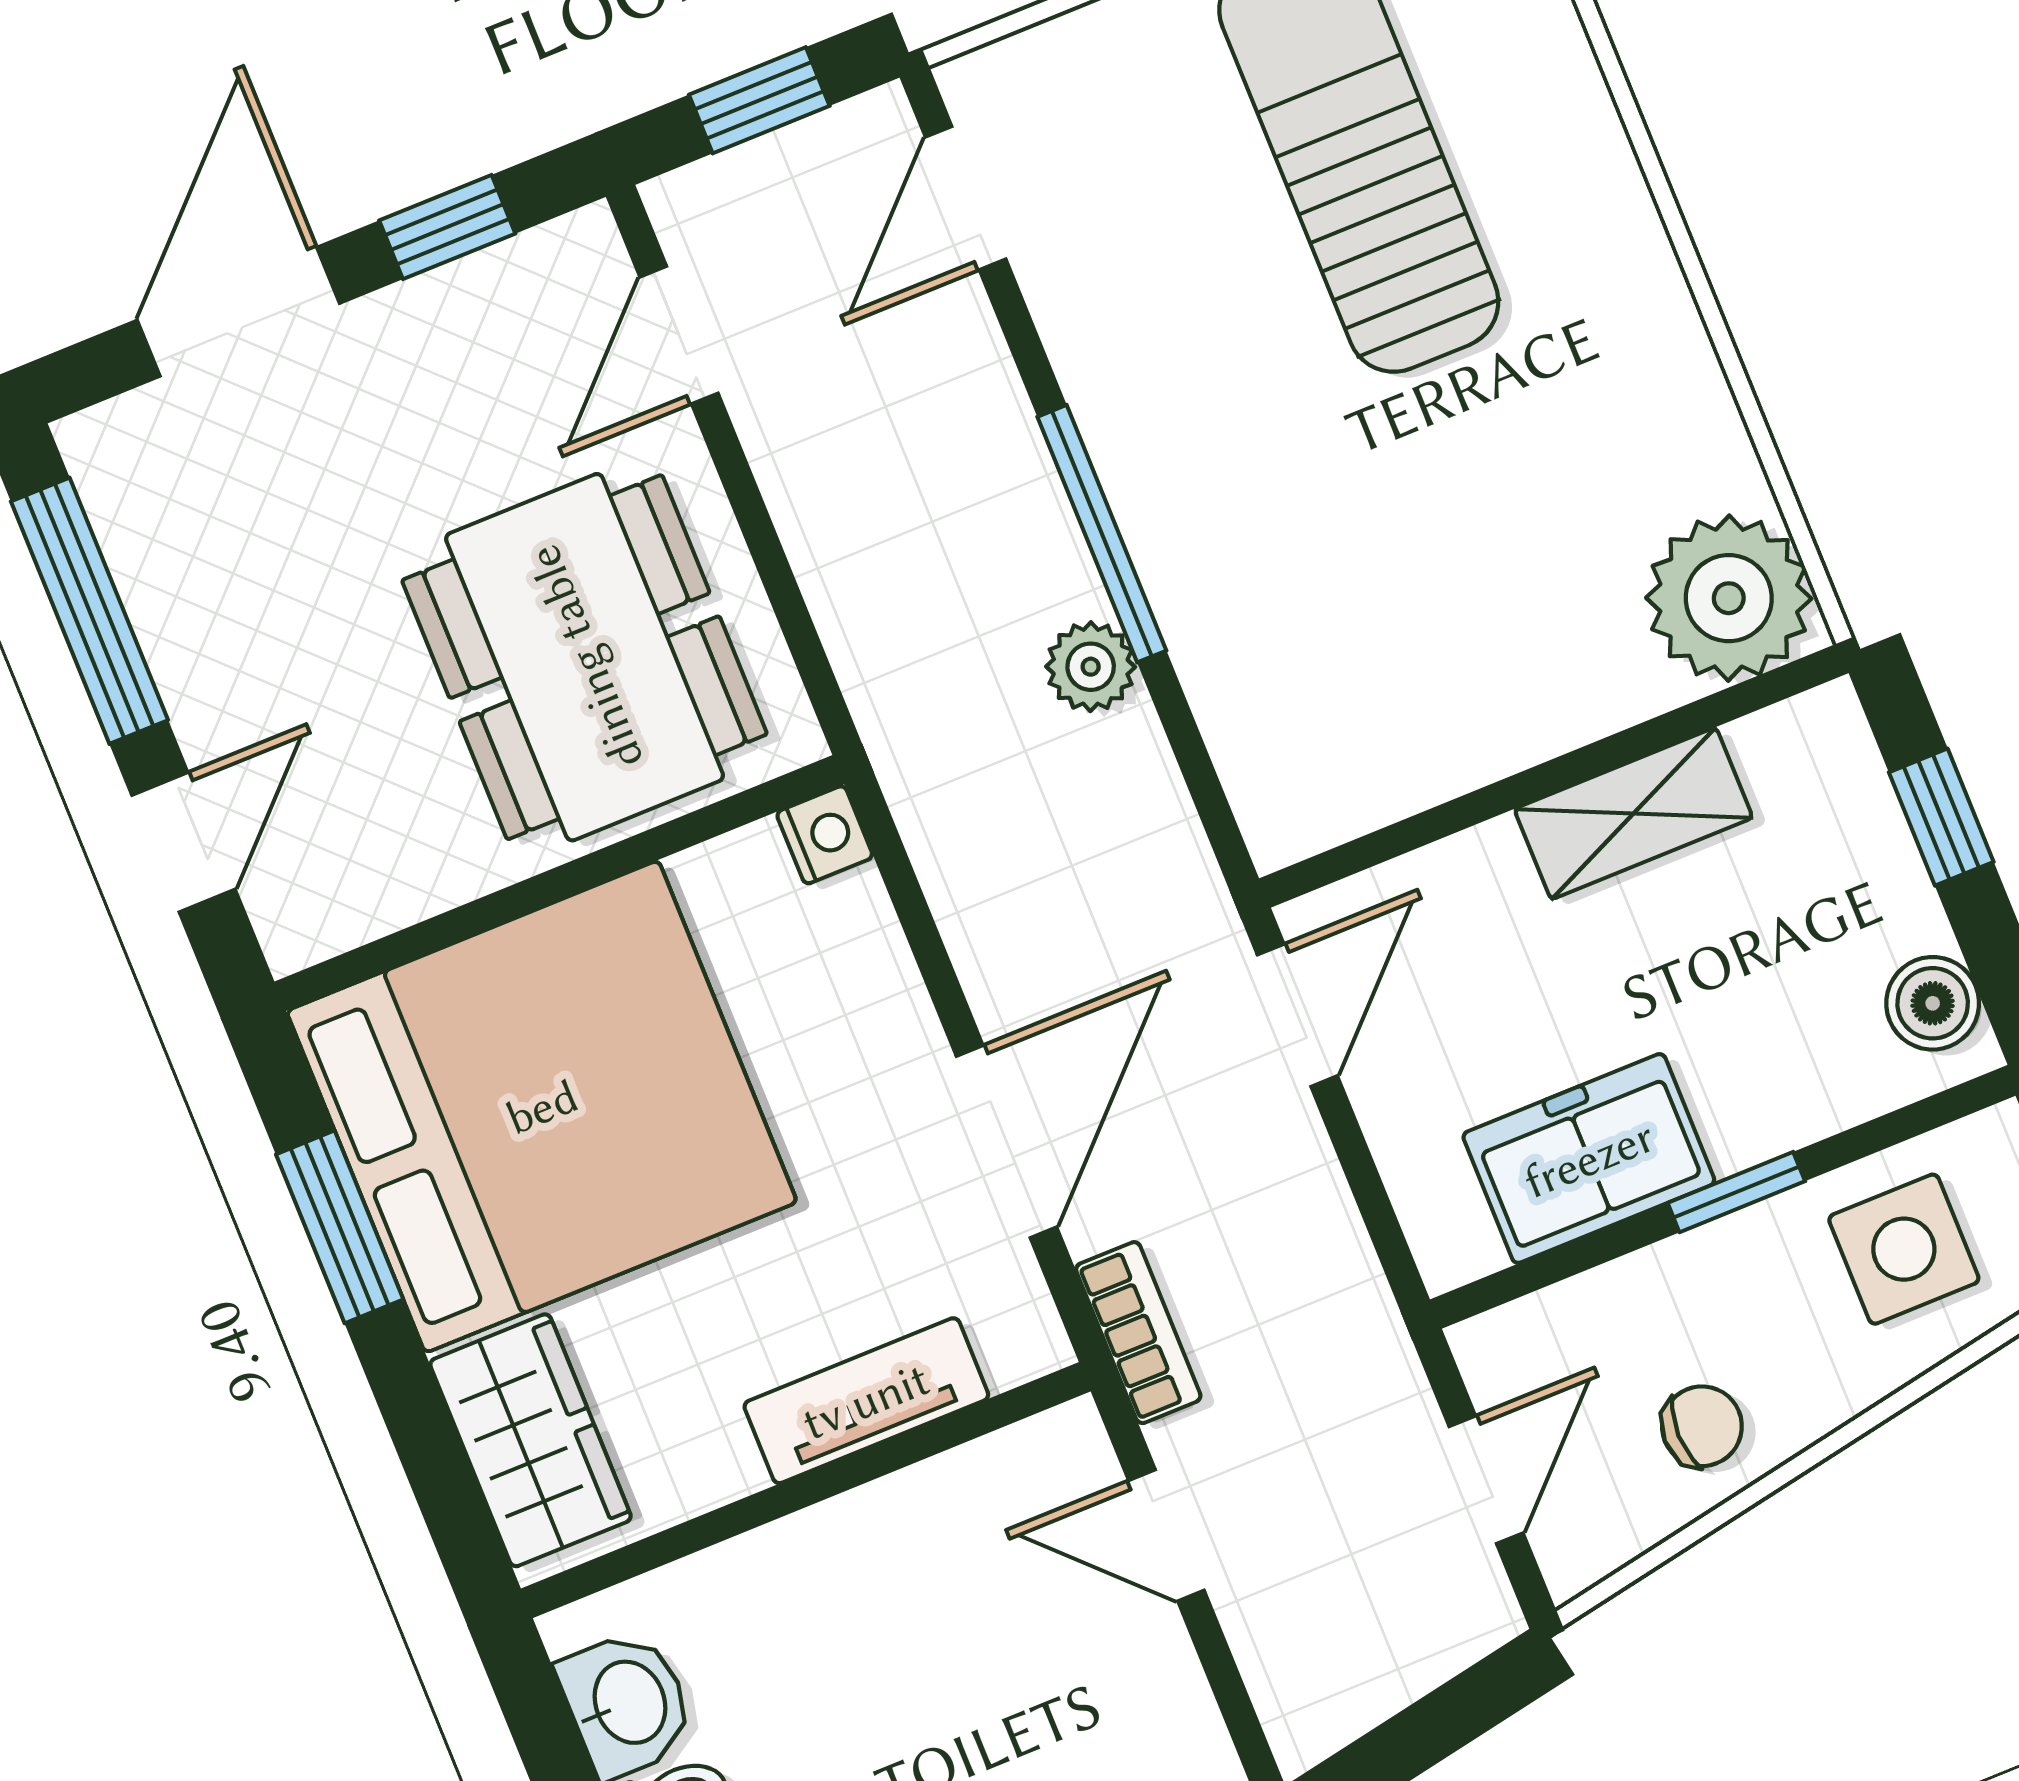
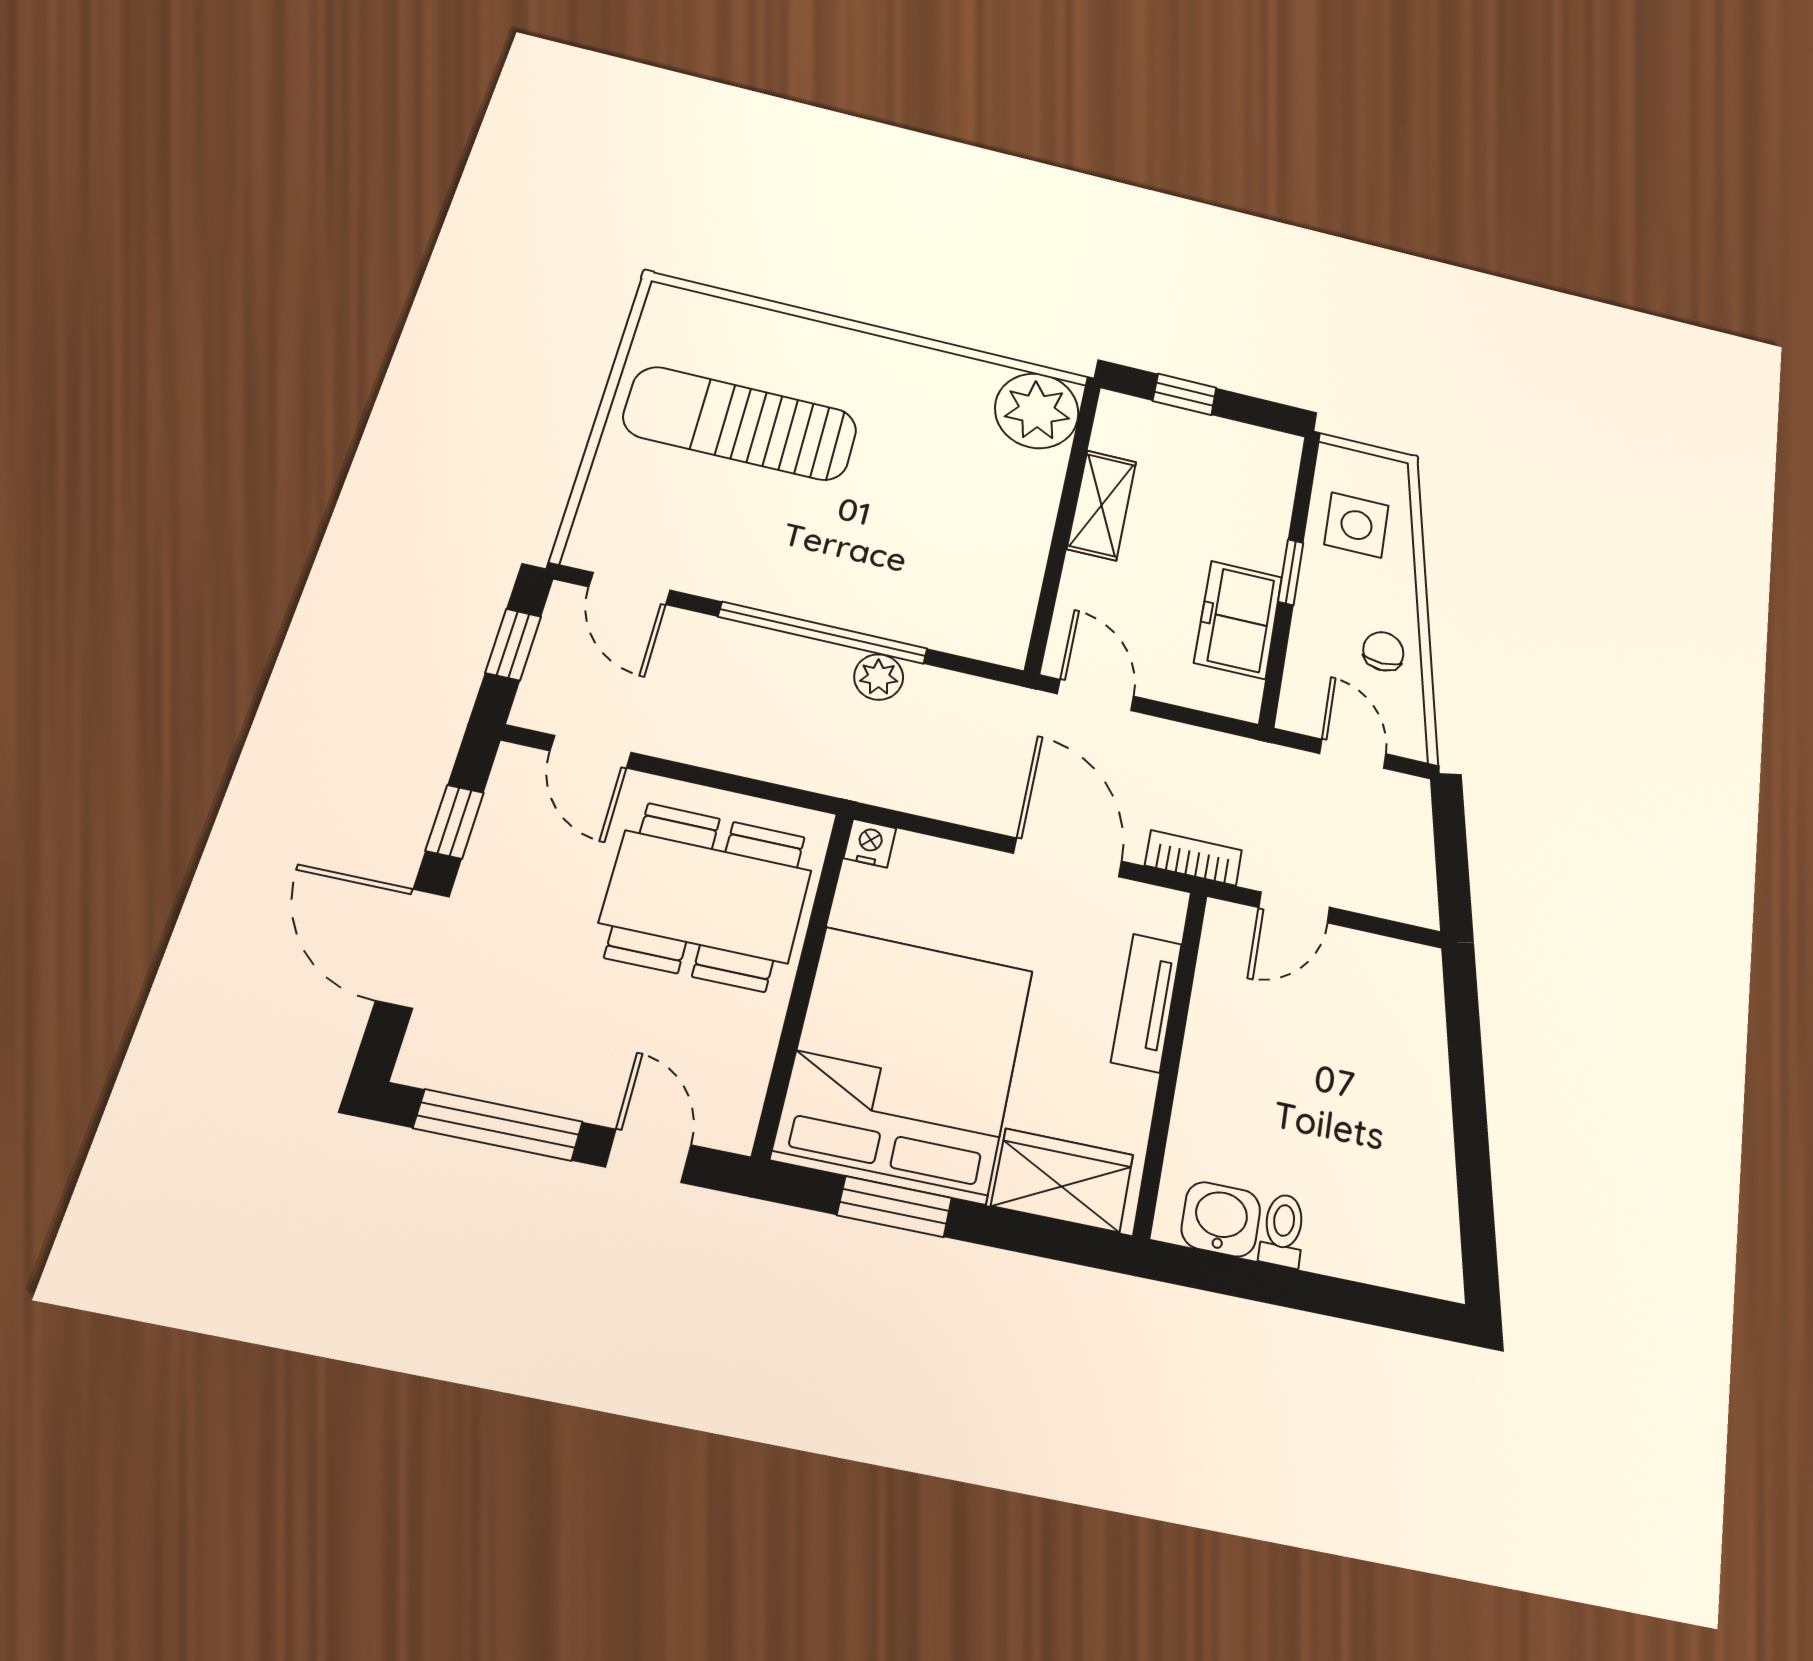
window: (1102, 534) -> (823, 633), width x1.46
boiler: (1933, 1003) -> (1260, 448), removed

